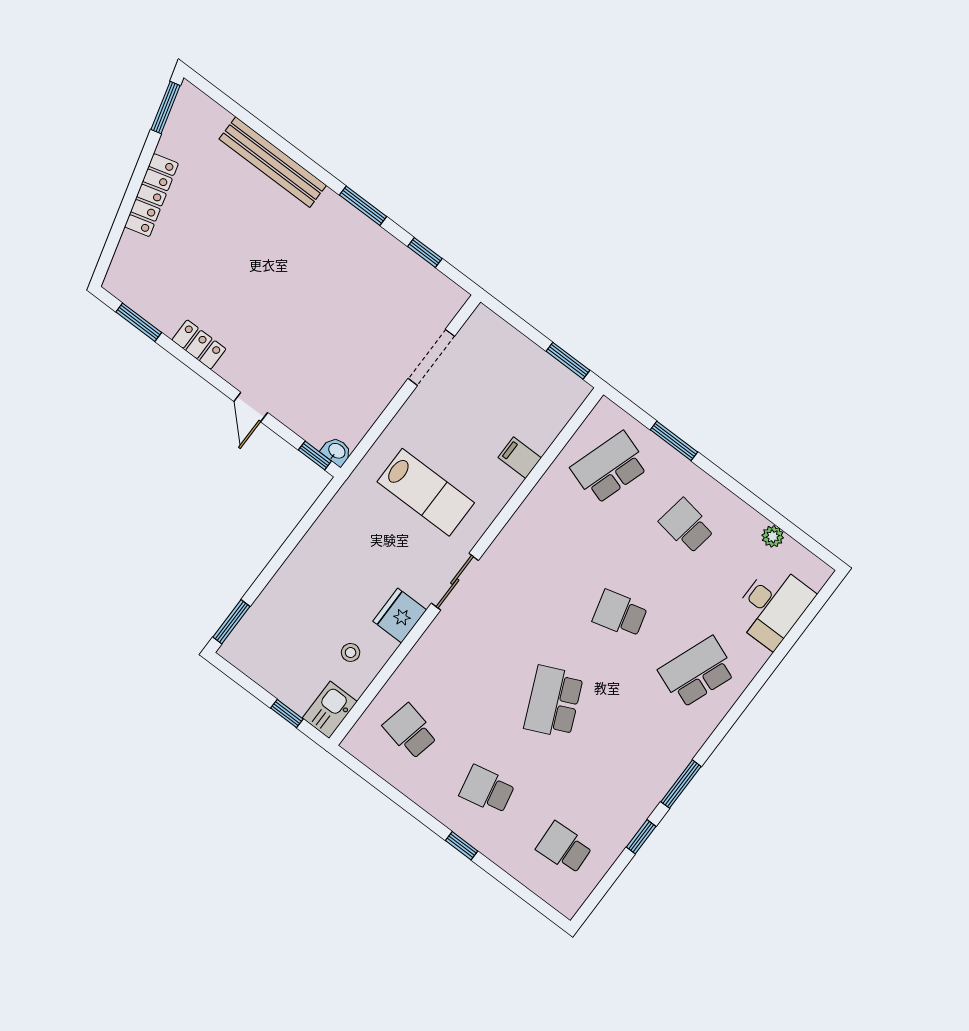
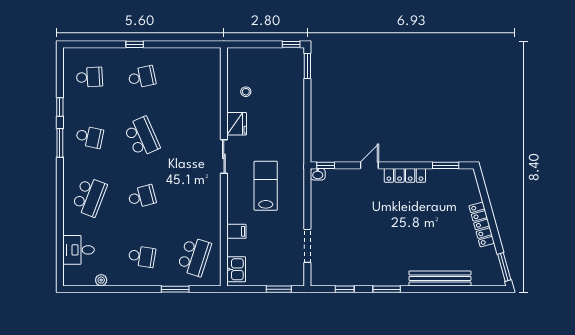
locker: (199, 344) -> (405, 175), width x1.53
window: (568, 361) -> (279, 289), moved
door: (251, 407) -> (369, 165), hinge flipped
lab bench: (426, 492) -> (266, 186), turned 90
desk: (773, 606) -> (78, 250), width x0.73
kitchen sink: (330, 710) -> (236, 269), moved
window: (287, 714) -> (291, 44), moved
school desk: (410, 731) -> (89, 137), moved

